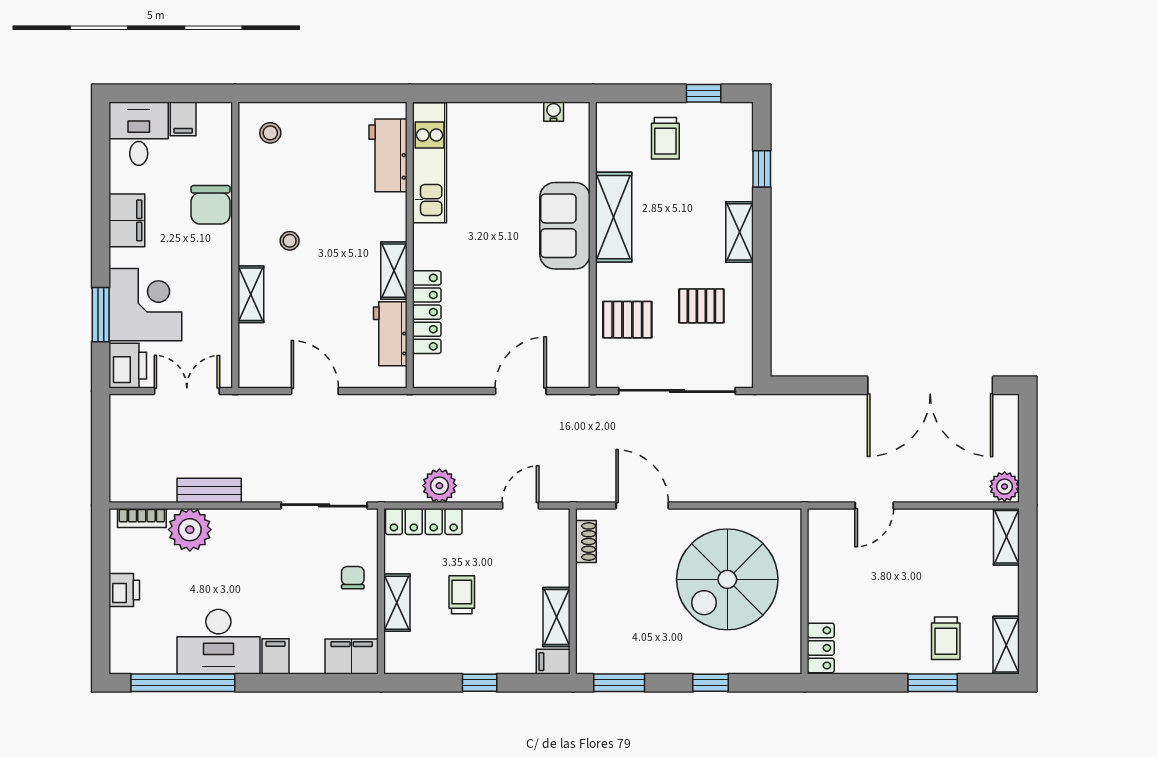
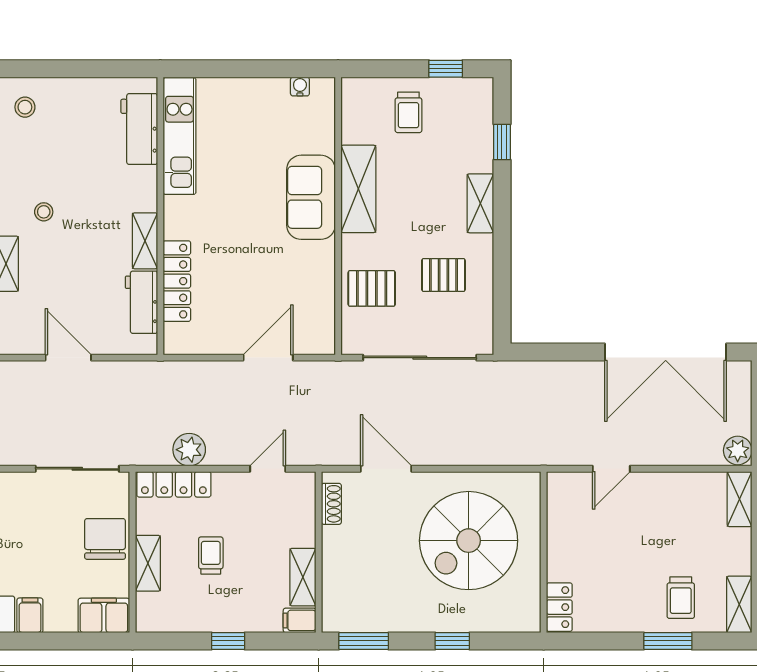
chair: (353, 578) -> (105, 539), width x1.87, depth x1.87

